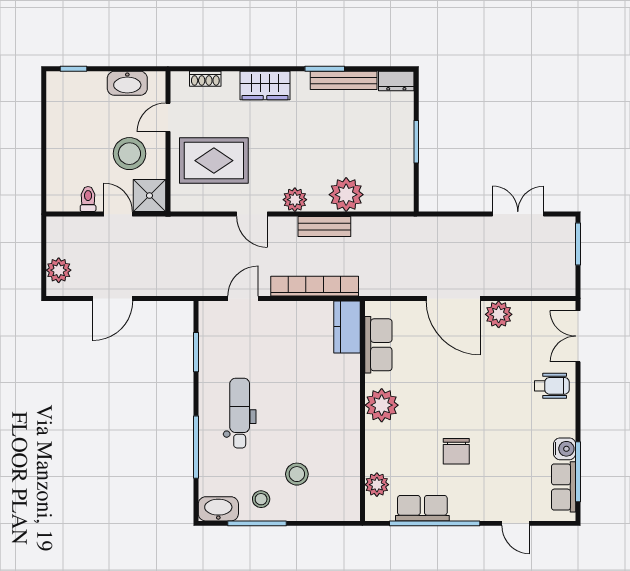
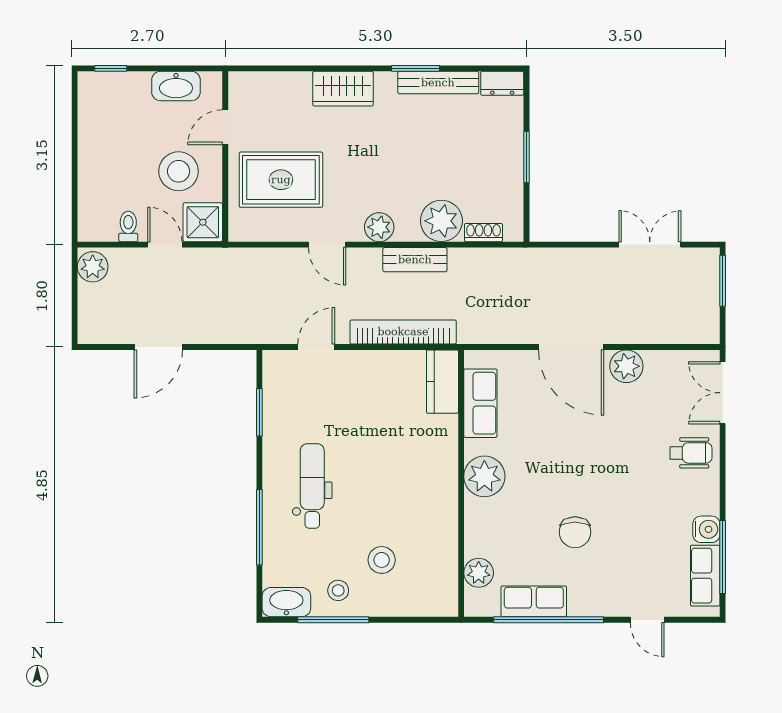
shoe rack: (205, 79) -> (484, 233), moved, turned 180
plant: (59, 270) -> (93, 267), moved

